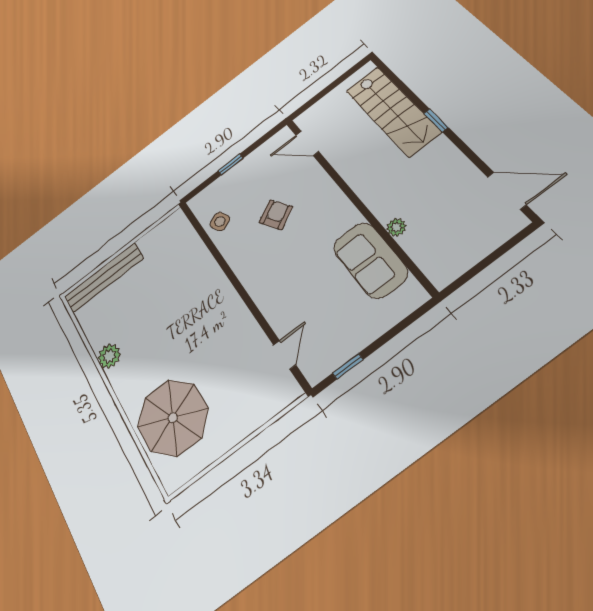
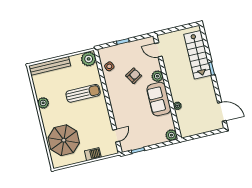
plant: (326, 191) -> (157, 76), added
plant: (175, 228) -> (89, 59), added
sofa: (370, 260) -> (159, 99), moved
plant: (412, 296) -> (171, 135), added
sun lounger: (184, 299) -> (83, 93), added
barbecue: (247, 422) -> (93, 154), added

